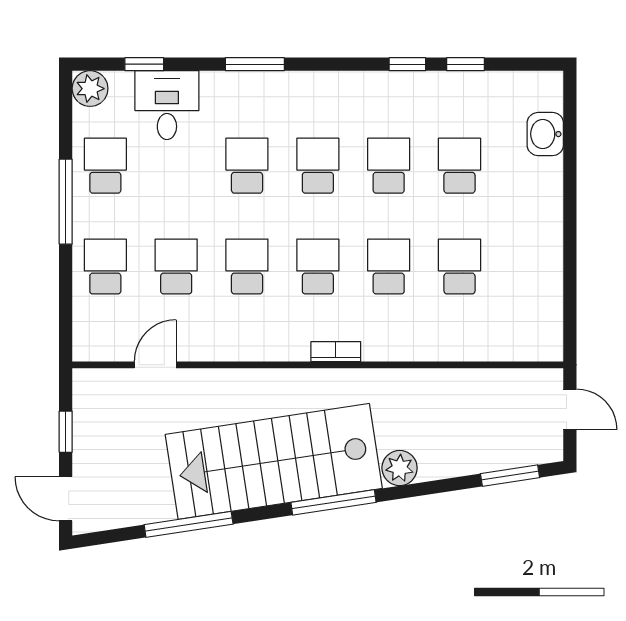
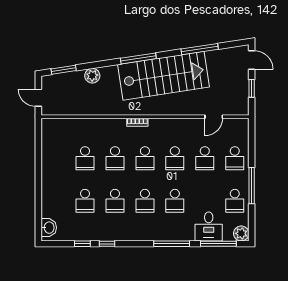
window: (144, 64) -> (218, 244), width x2.17
window: (255, 64) -> (172, 244), width x1.44
washbasin: (545, 134) -> (49, 228), moved
plant: (400, 468) -> (92, 76), moved

